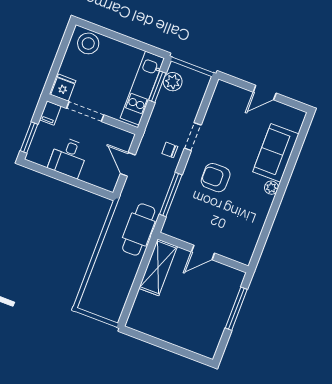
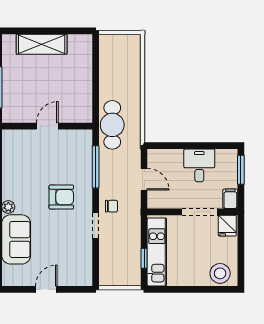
plant: (173, 82) -> (132, 268), removed
window: (157, 87) -> (144, 258), width x0.67
shelving: (158, 267) -> (42, 44), moved, turned 90

